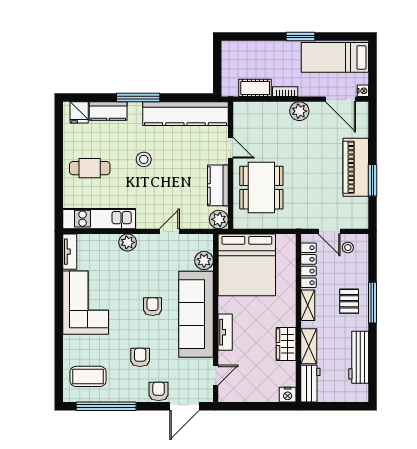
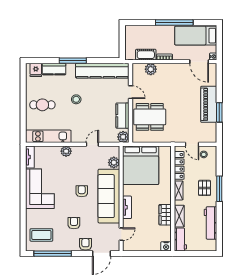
window: (300, 36) -> (174, 22), width x2.11
plant: (299, 111) -> (151, 69), moved
dining table: (261, 188) -> (150, 117), turned 90

